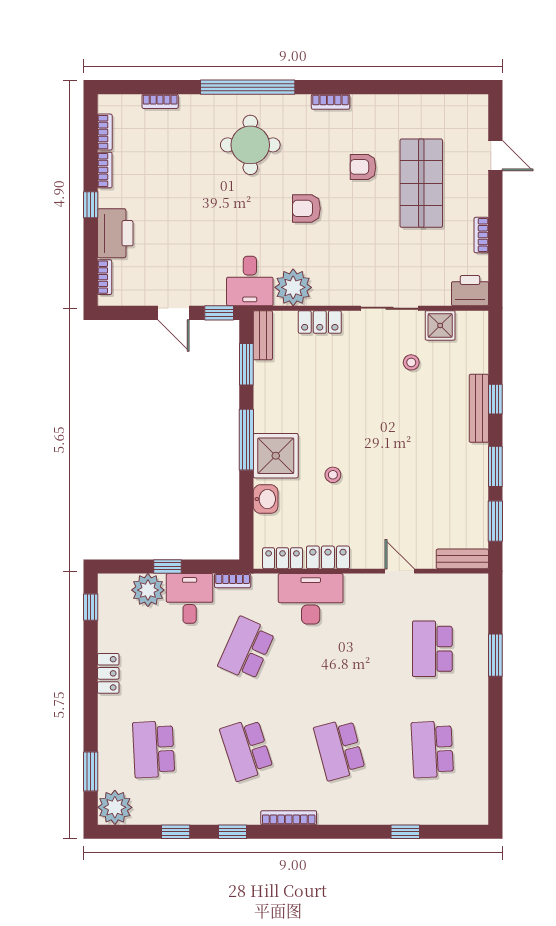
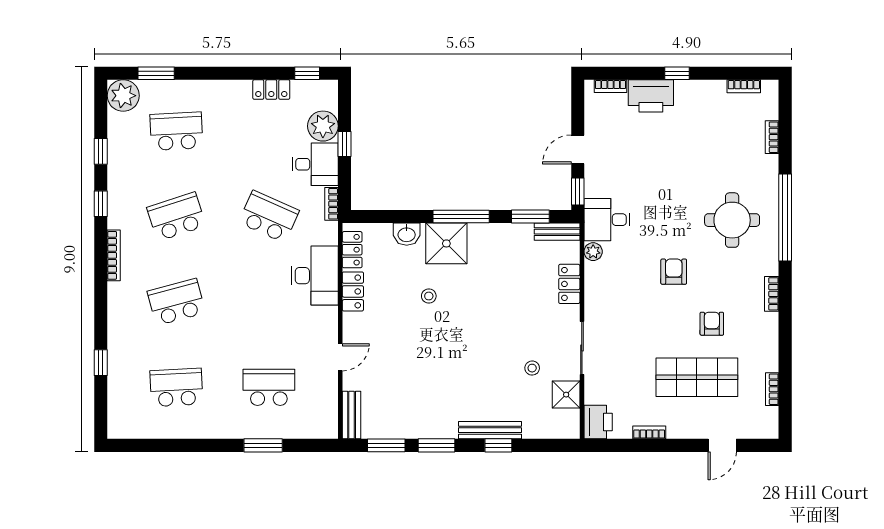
bookcase: (105, 170) -> (772, 389), moved, turned 90
plant: (293, 287) -> (593, 252), width x0.53, depth x0.53
locker: (108, 673) -> (271, 89), moved

